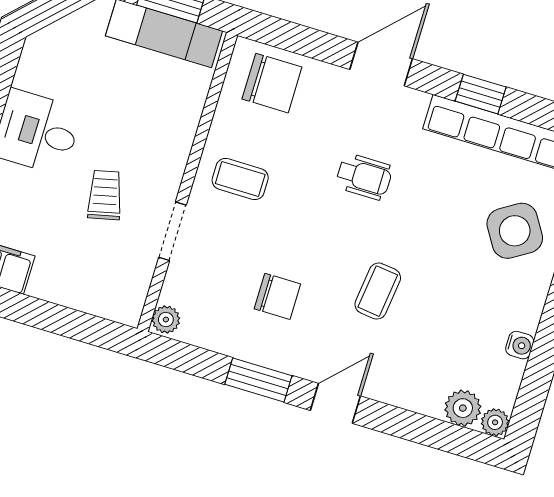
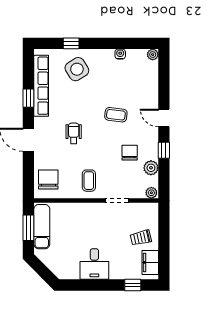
trolley: (105, 195) -> (141, 238), moved
window: (258, 380) -> (164, 150), width x0.67
plant: (463, 408) -> (151, 168), moved

